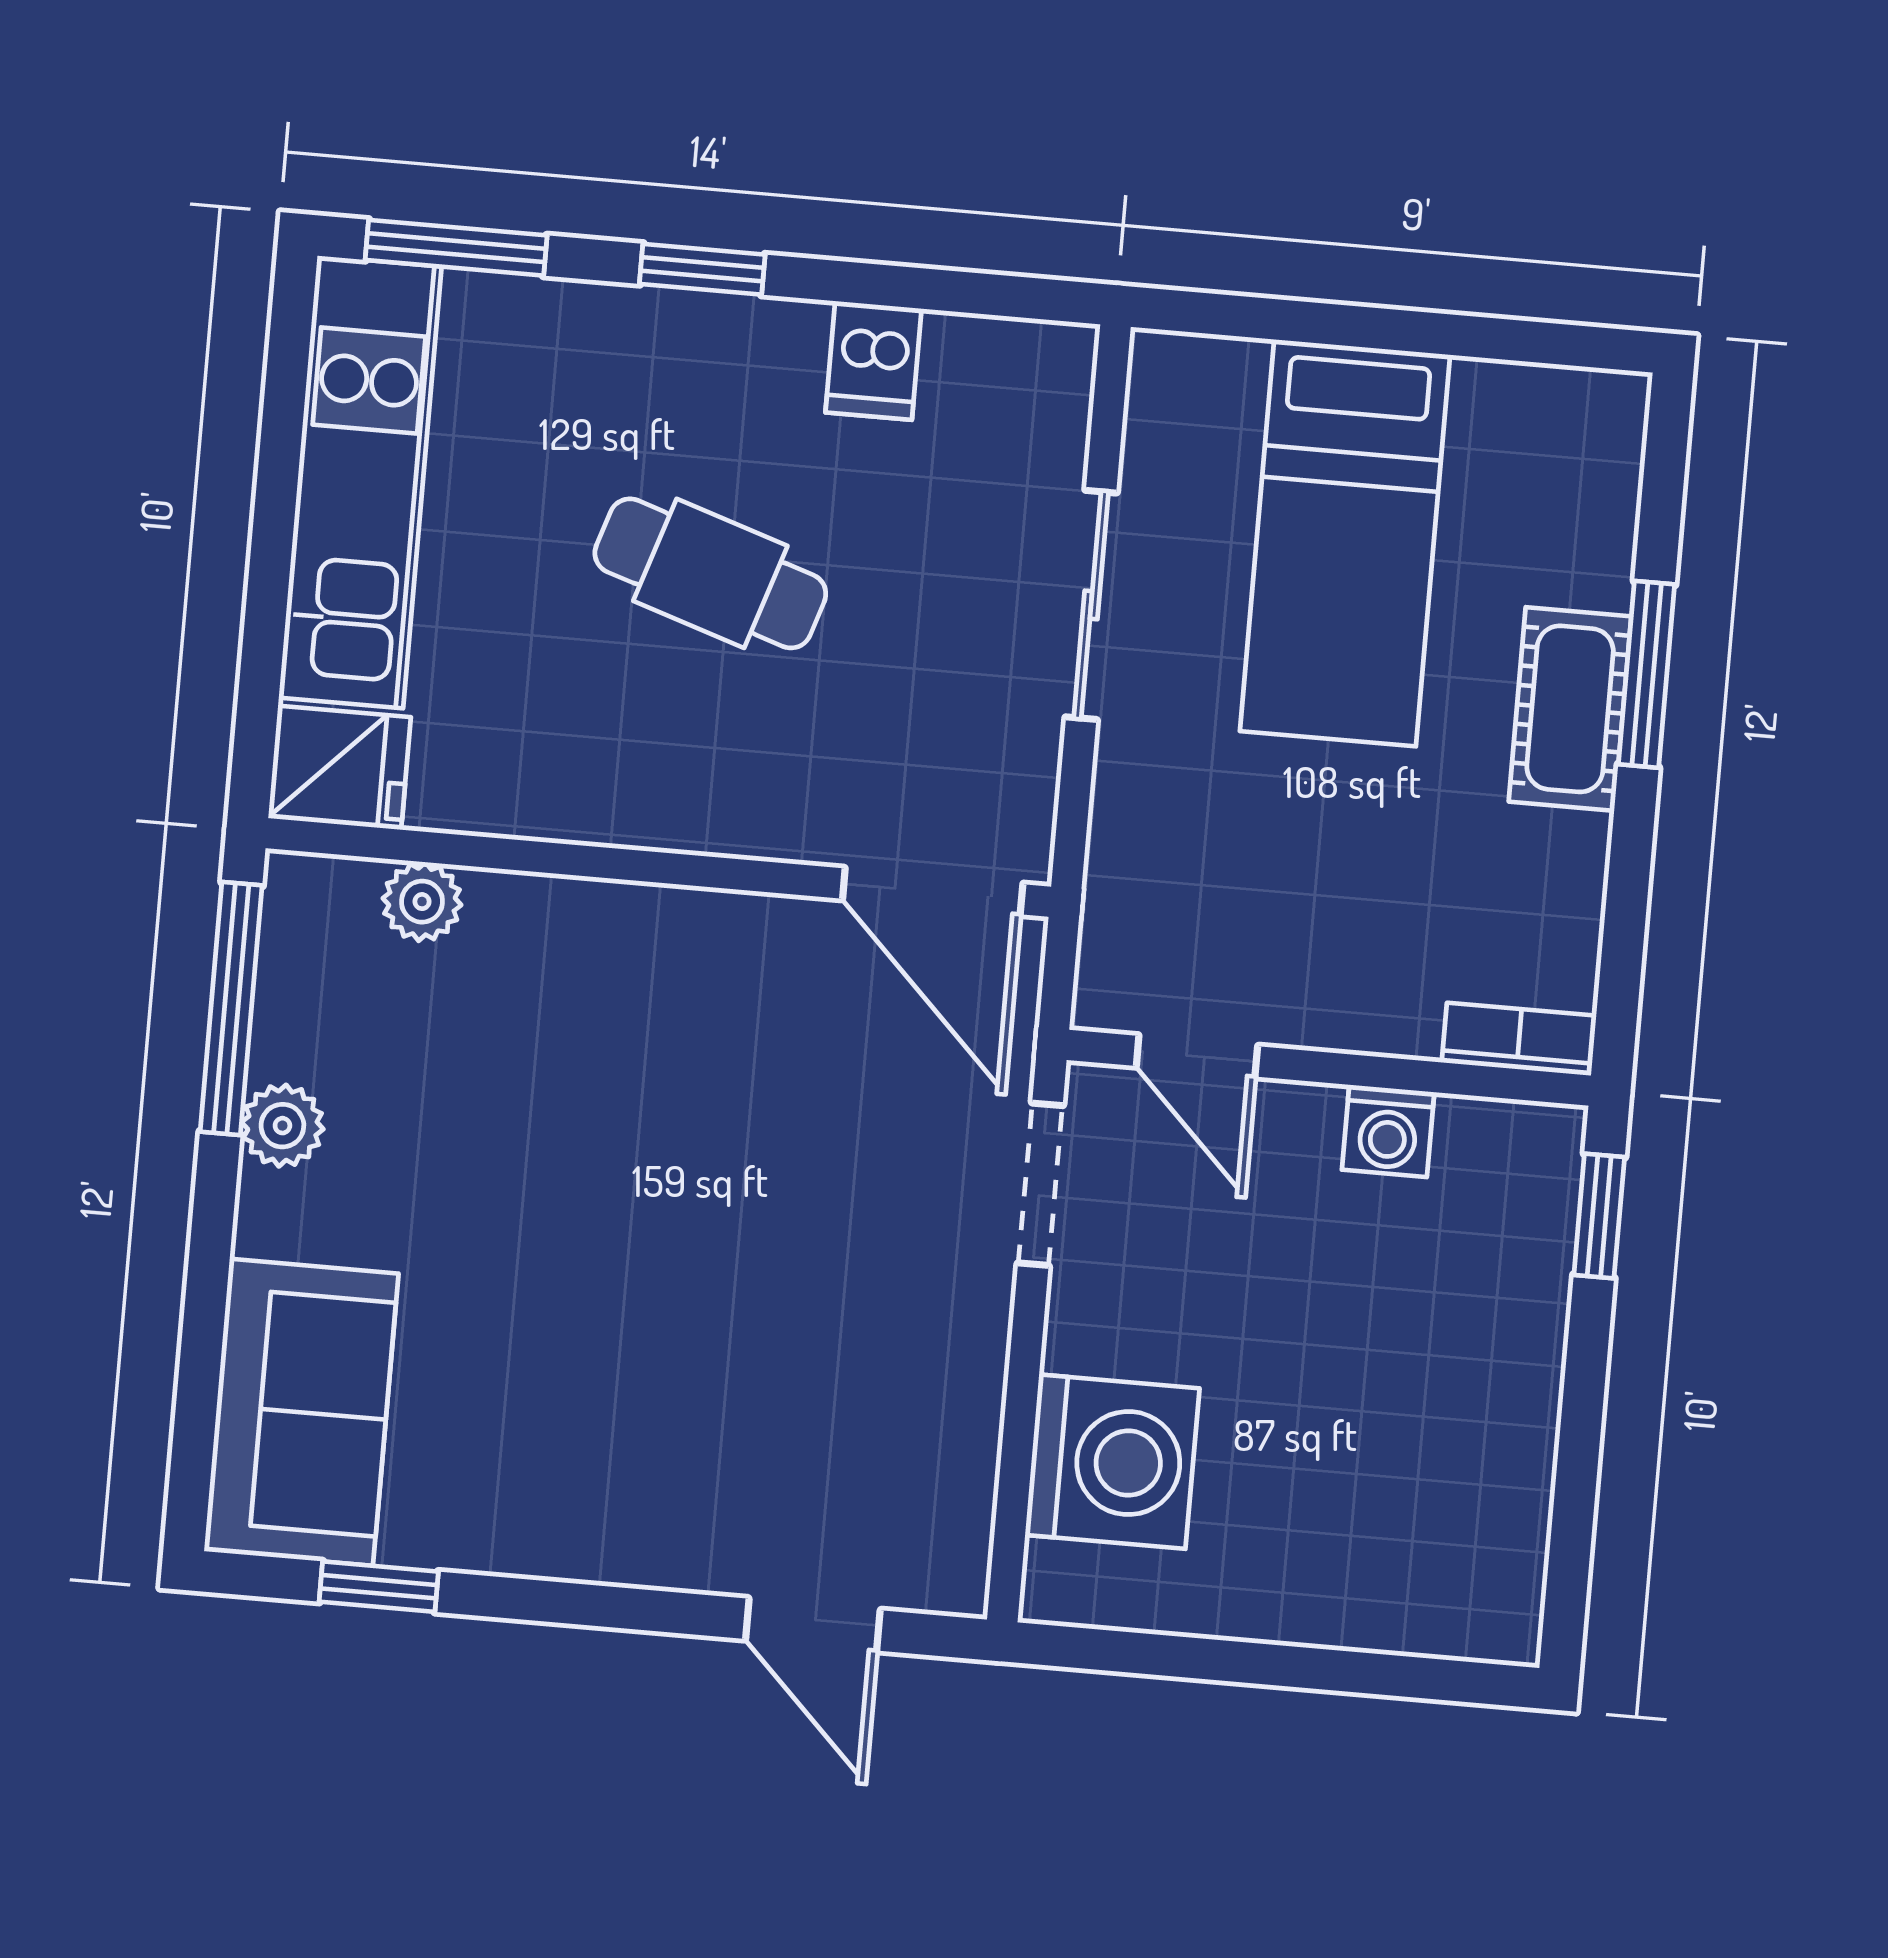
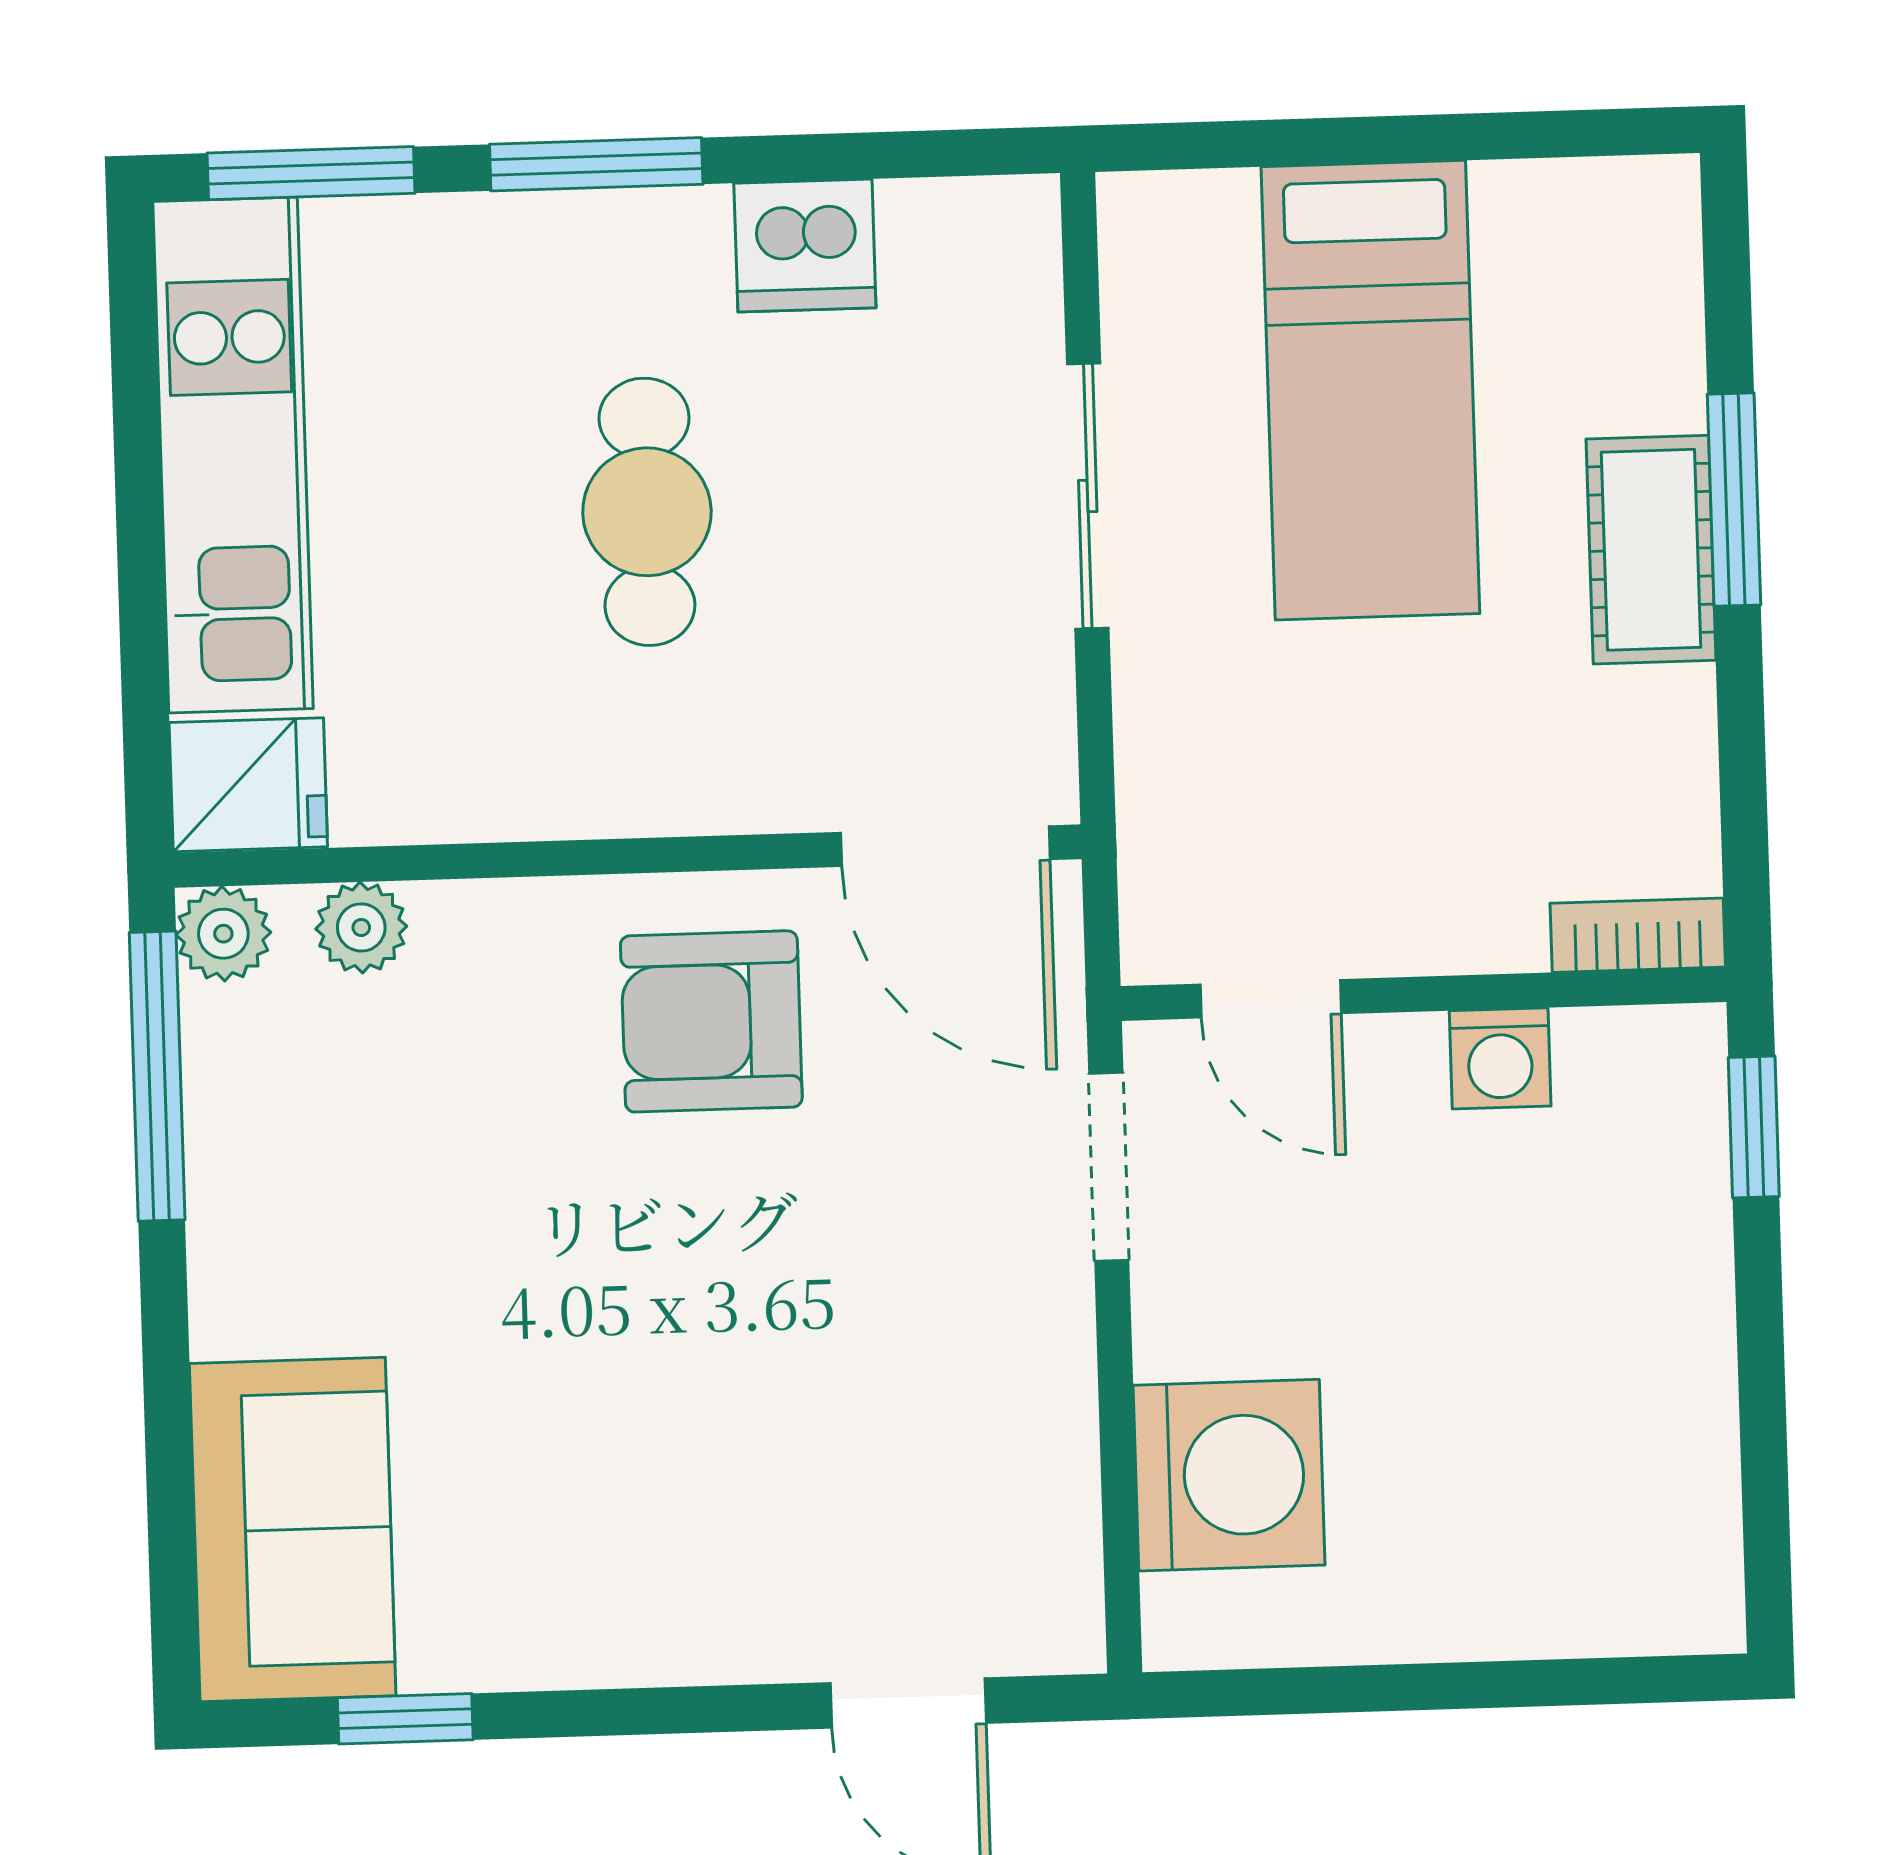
window: (702, 269) -> (596, 164), width x1.50
dishwasher: (874, 361) -> (805, 246), width x1.38
cafe table: (710, 573) -> (647, 512), turned 72
armchair: (713, 1018) -> (711, 1021), added
plant: (282, 1126) -> (223, 934), moved

